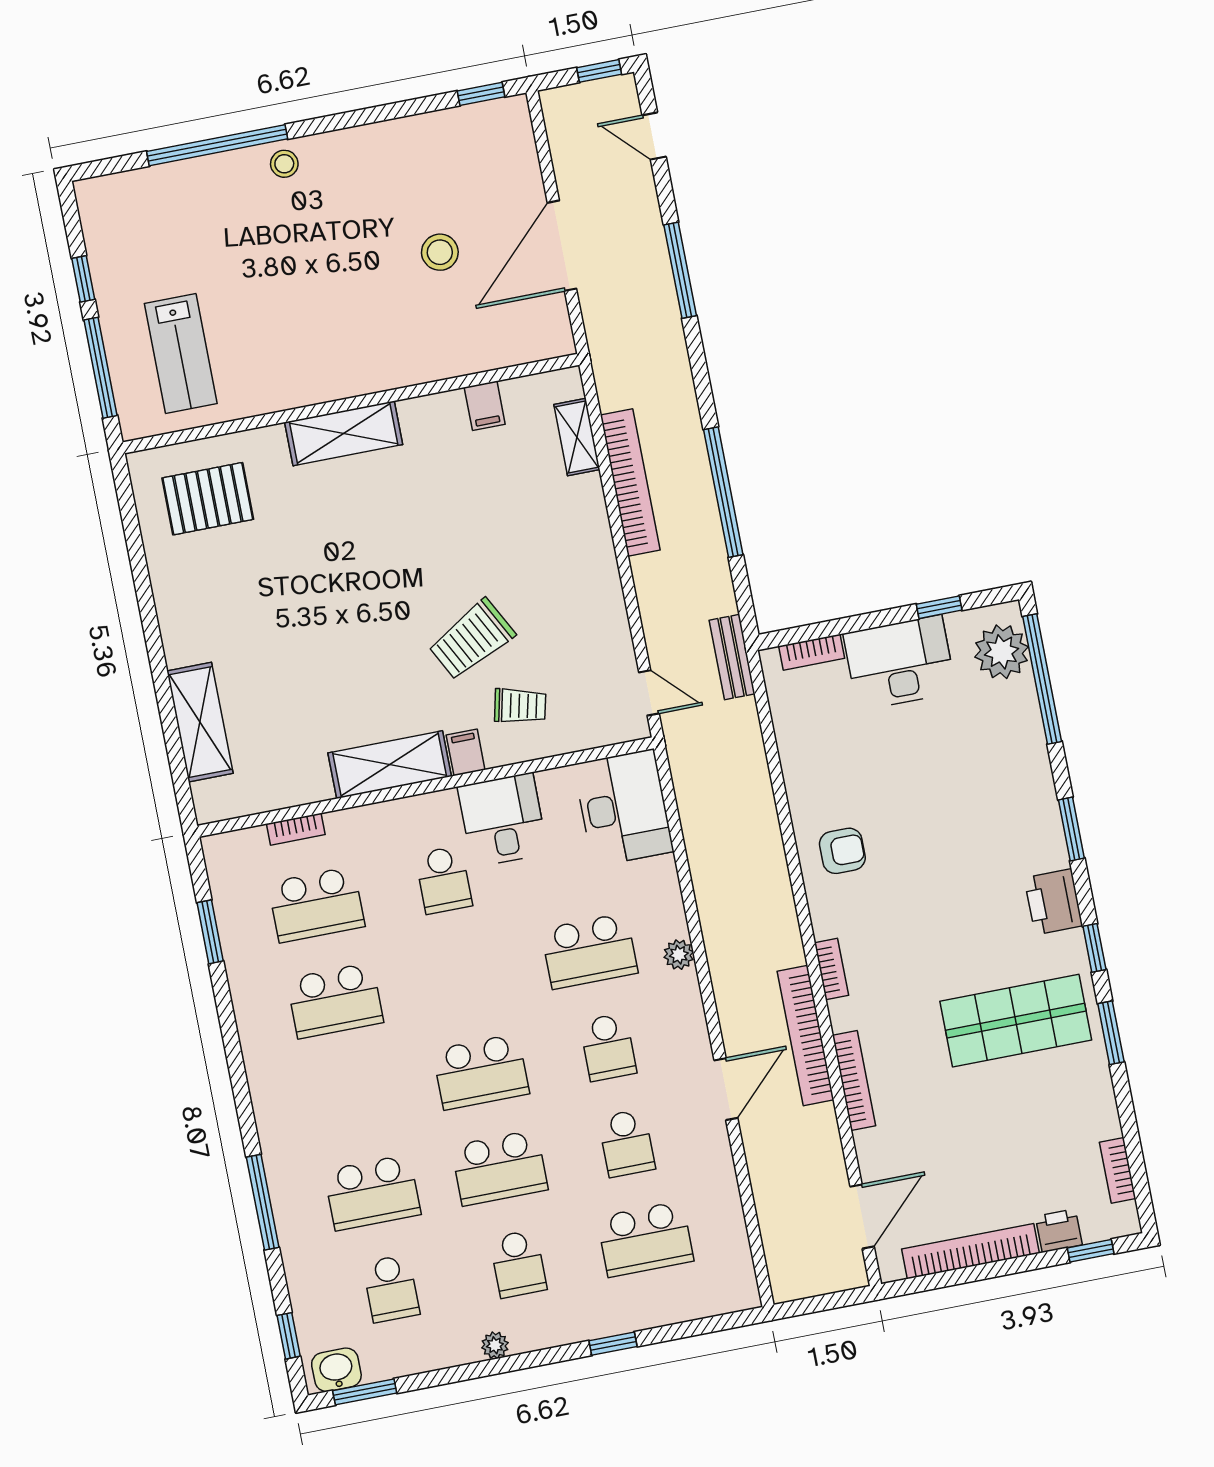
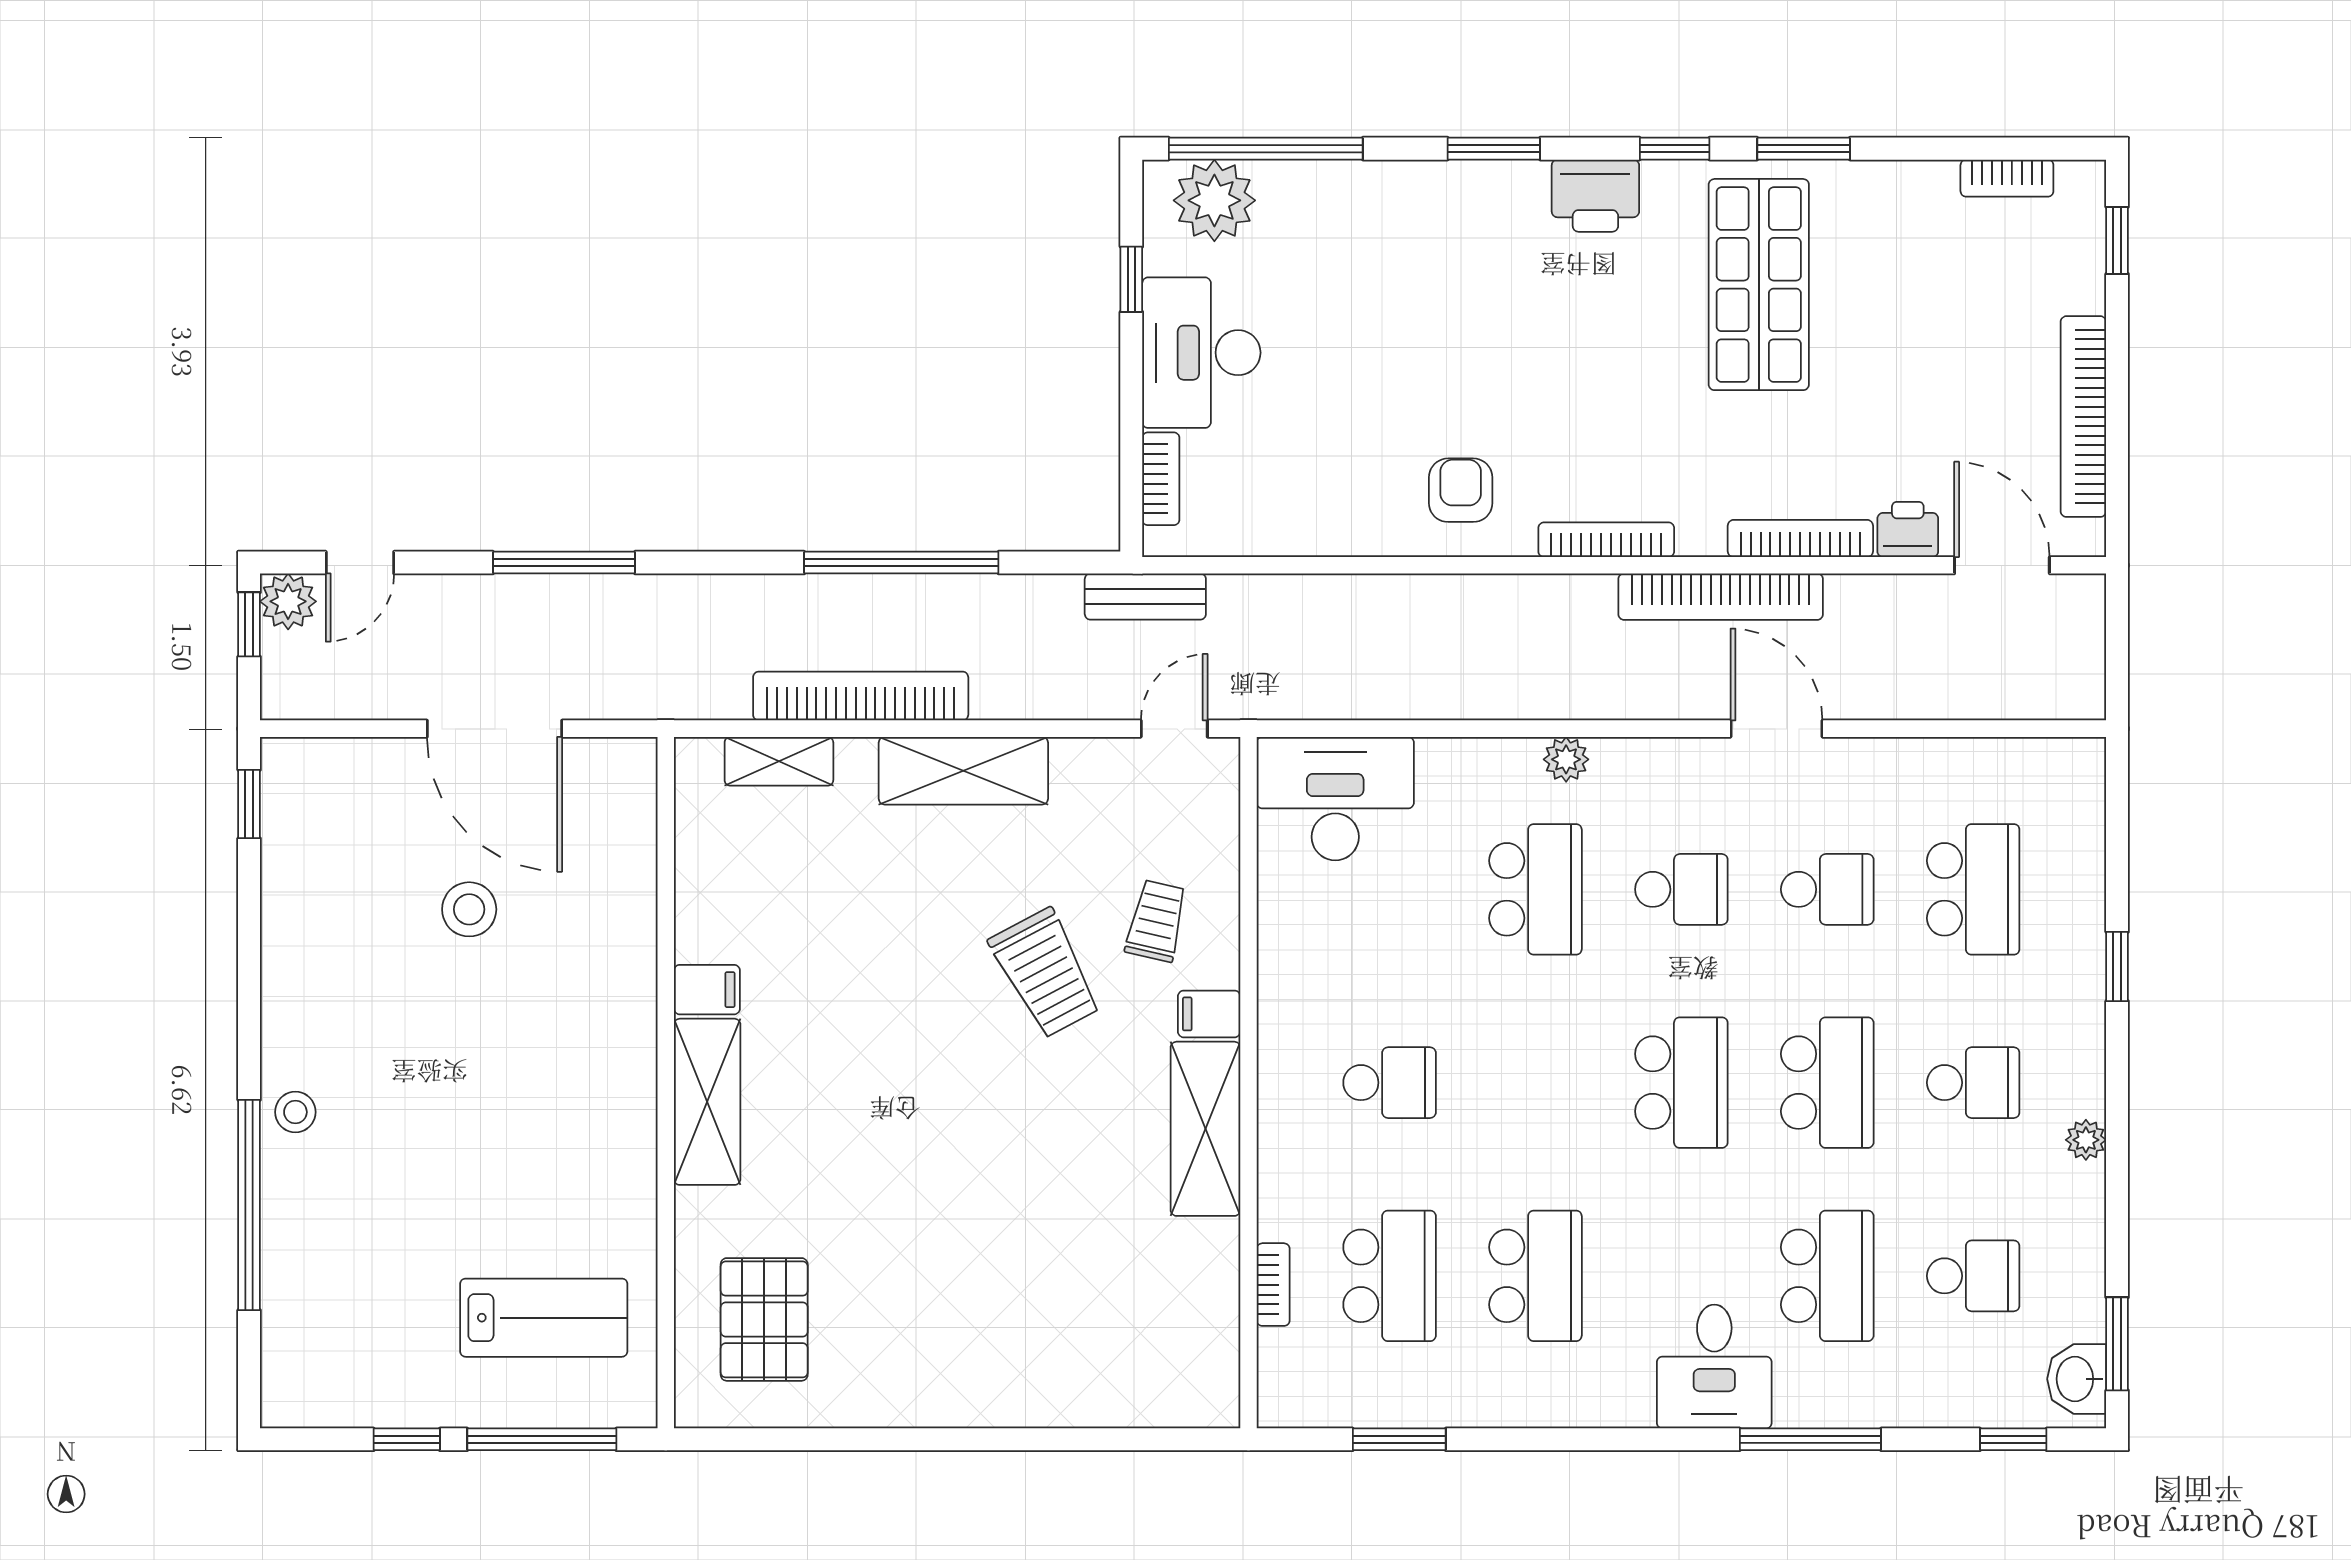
plant: (619, 94) -> (288, 601), added
filing cabinet: (485, 406) -> (707, 990), moved
shelving: (200, 722) -> (963, 771), moved
desk: (503, 820) -> (1714, 1366), moved, turned -90
bookcase: (832, 969) -> (1606, 540), width x1.56
printer: (1059, 1231) -> (1908, 529), moved, turned 90

